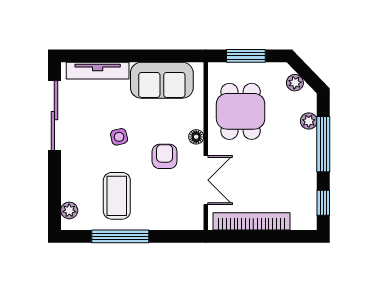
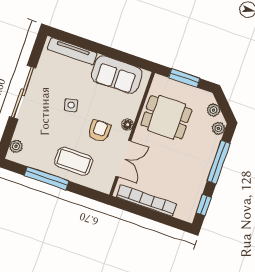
dining table: (241, 111) -> (166, 117), turned 90
sliding door: (54, 116) -> (23, 92), moved
plant: (309, 121) -> (218, 128), moved
coffee table: (117, 196) -> (74, 161), moved, turned 90

